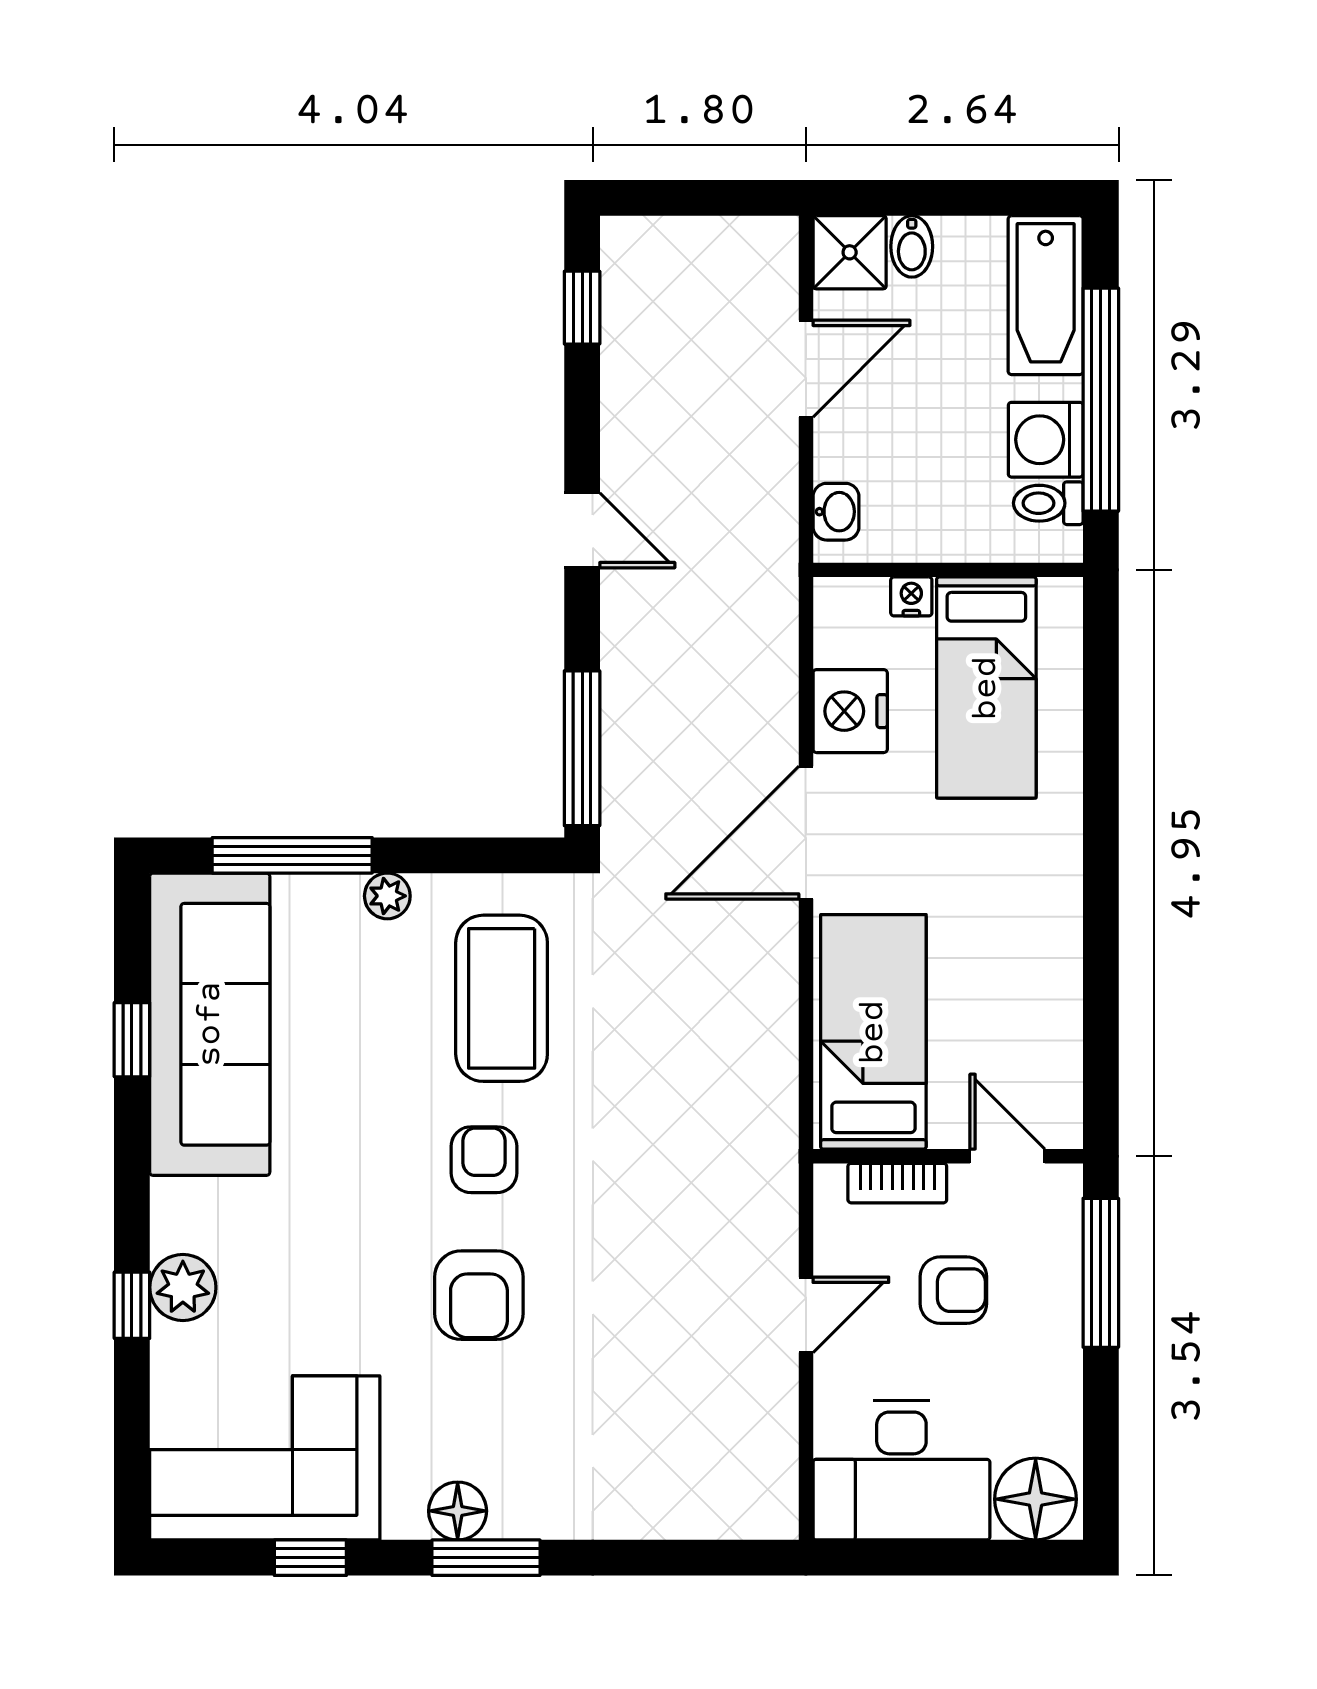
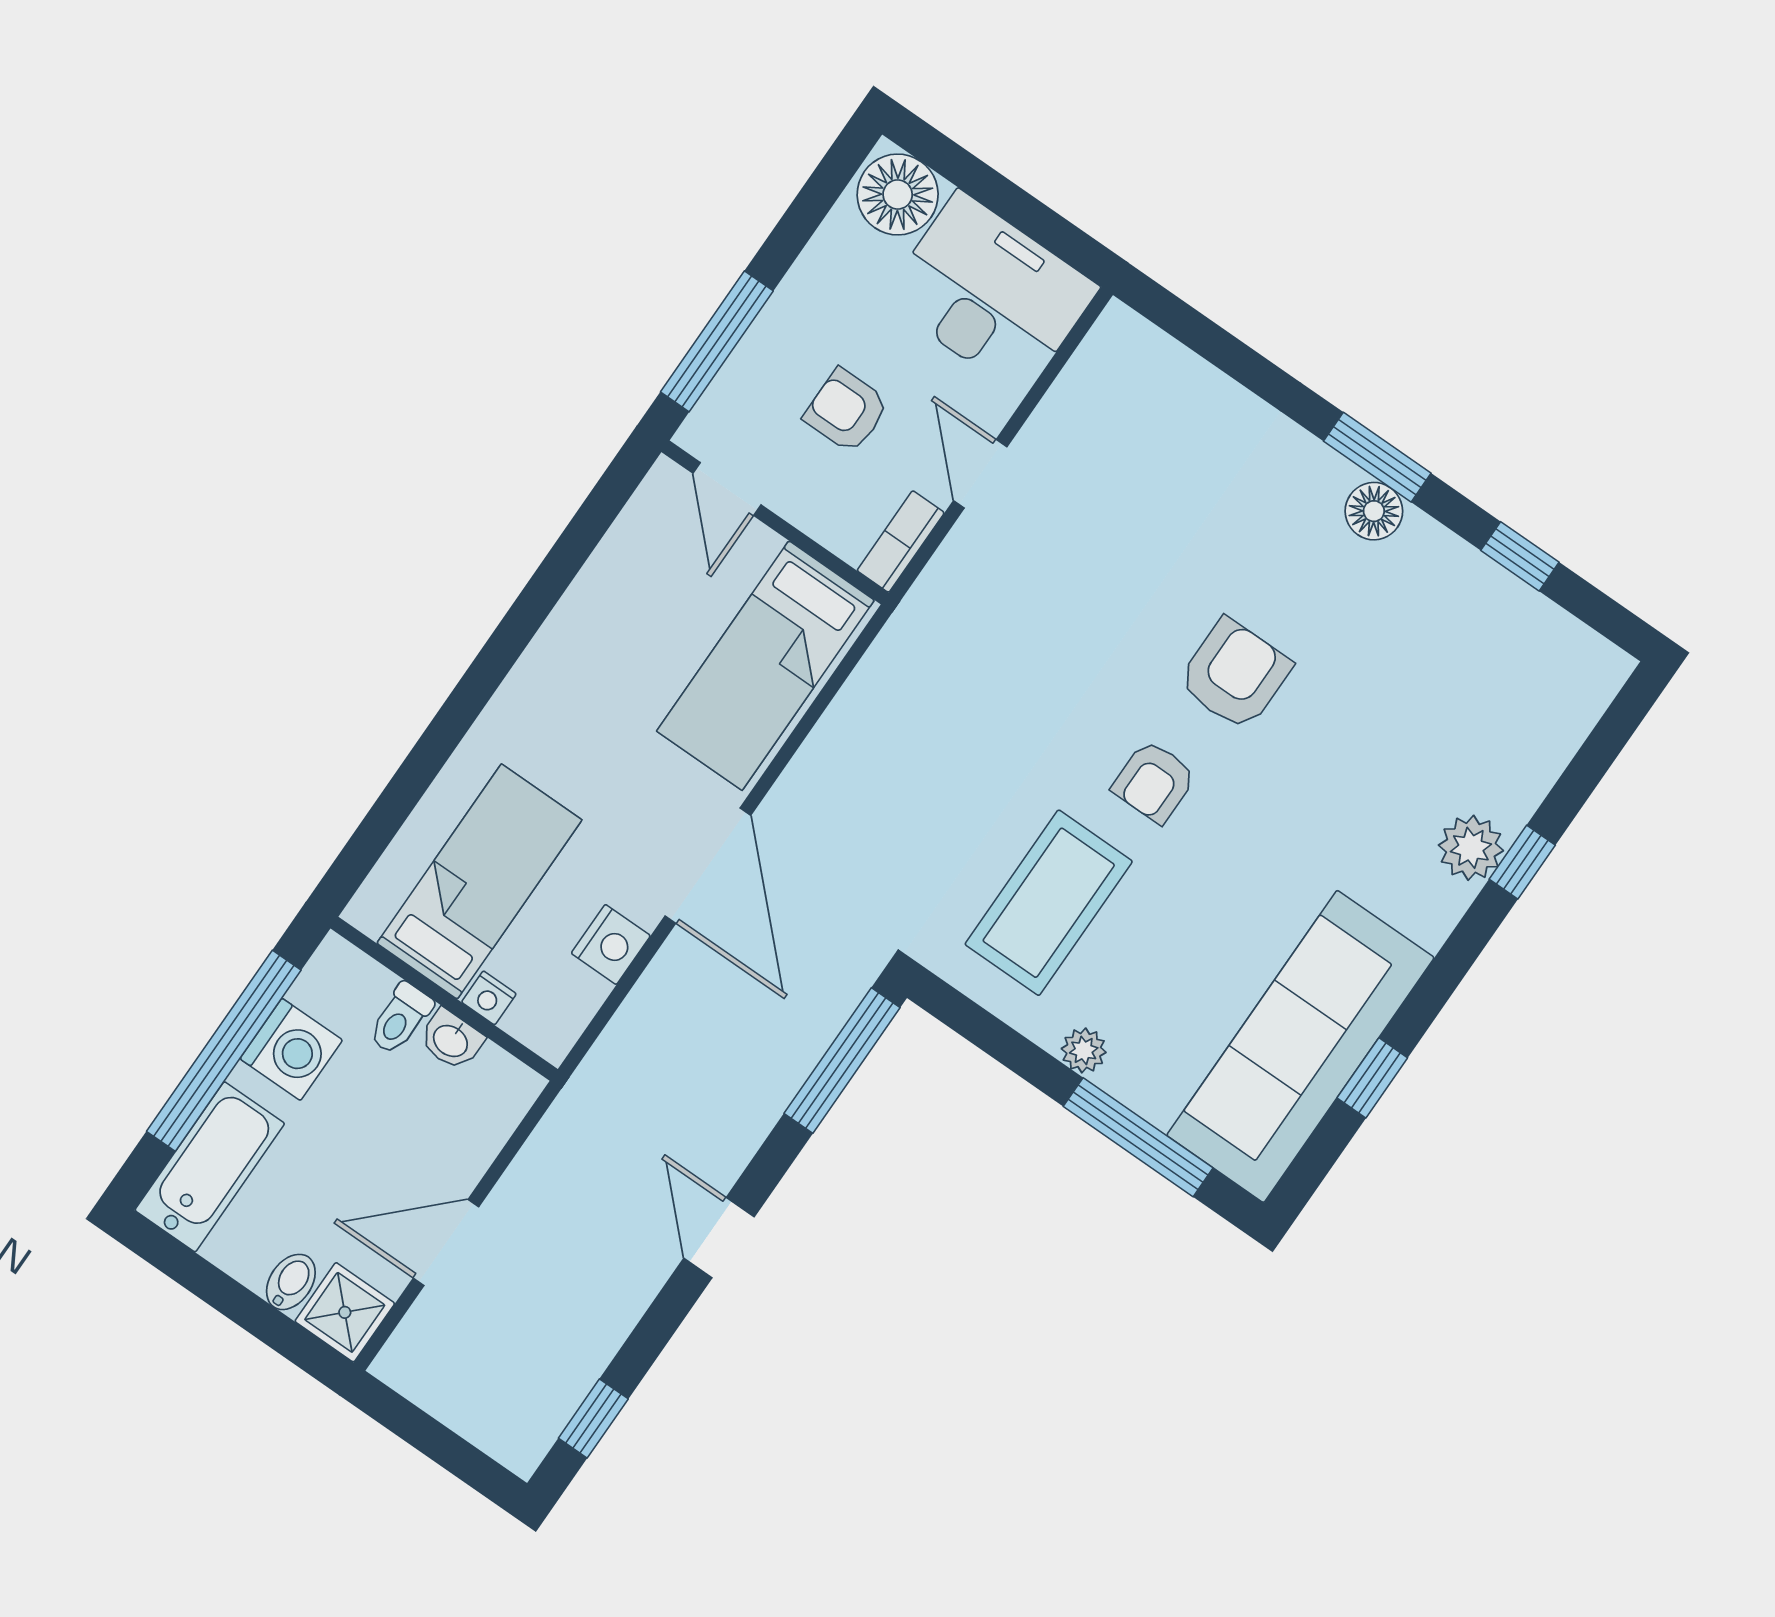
toilet: (1048, 503) -> (400, 1019), moved, turned 90
washbasin: (836, 512) -> (451, 1040), moved, turned -90
nightstand: (850, 711) -> (611, 944), width x0.74, depth x0.75
door: (806, 833) -> (708, 866), hinge flipped
bookcase: (897, 1183) -> (901, 542), moved, turned -90
door: (806, 1315) -> (980, 474), hinge flipped
corner sofa: (265, 1458) -> (1501, 663), removed

